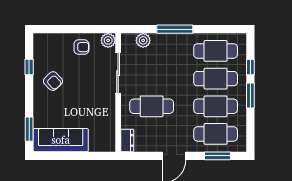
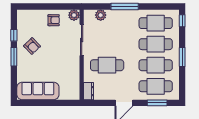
window: (250, 67) -> (182, 21), moved
window: (29, 129) -> (14, 57), moved

